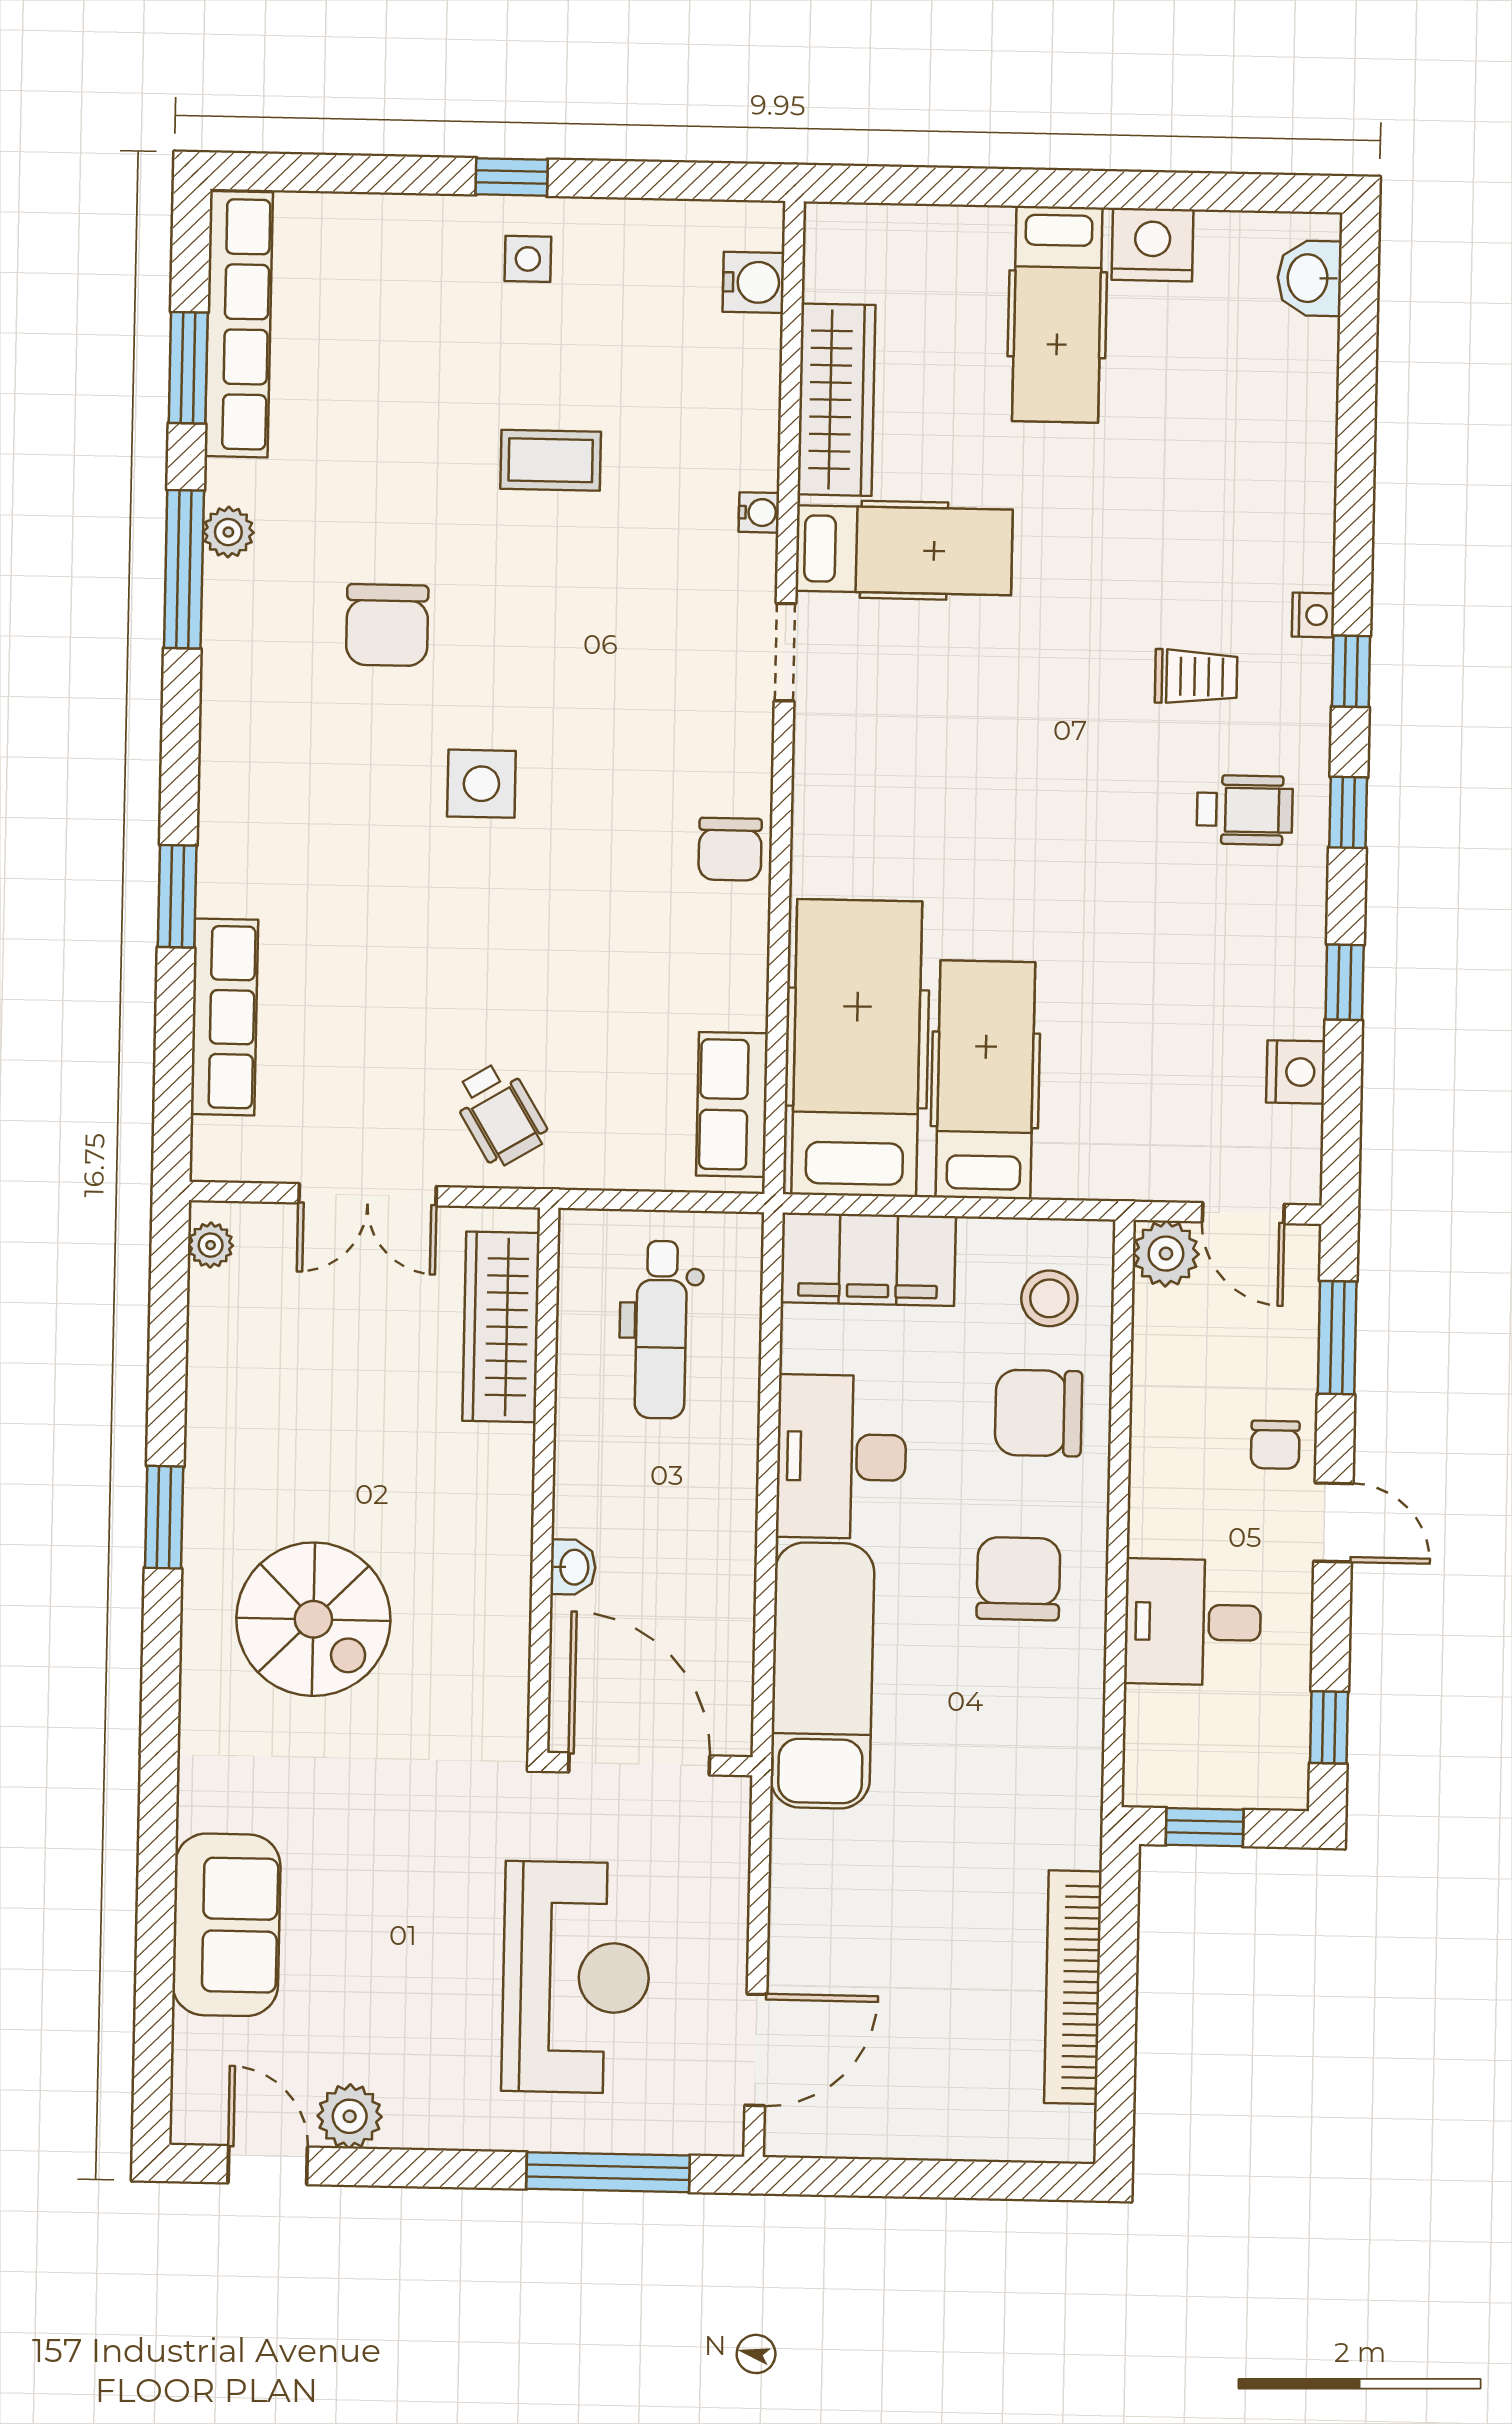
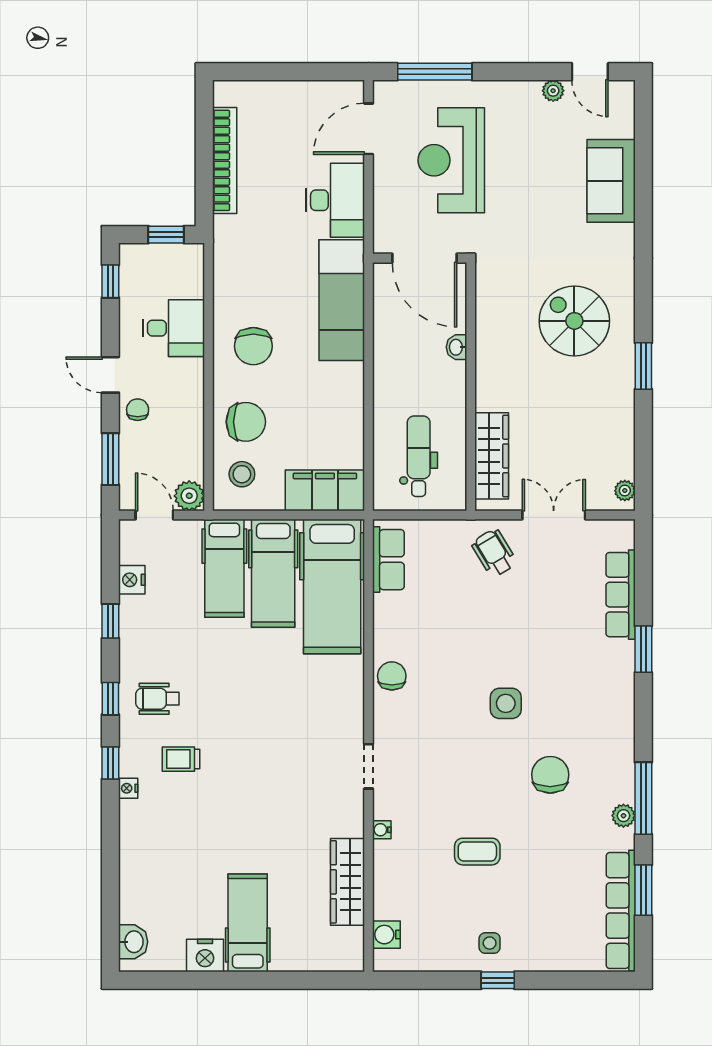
hospital bed: (904, 550) -> (224, 568), moved, turned -90
desk: (841, 1457) -> (335, 200), moved
plant: (350, 2116) -> (553, 91), width x0.73, depth x0.73

